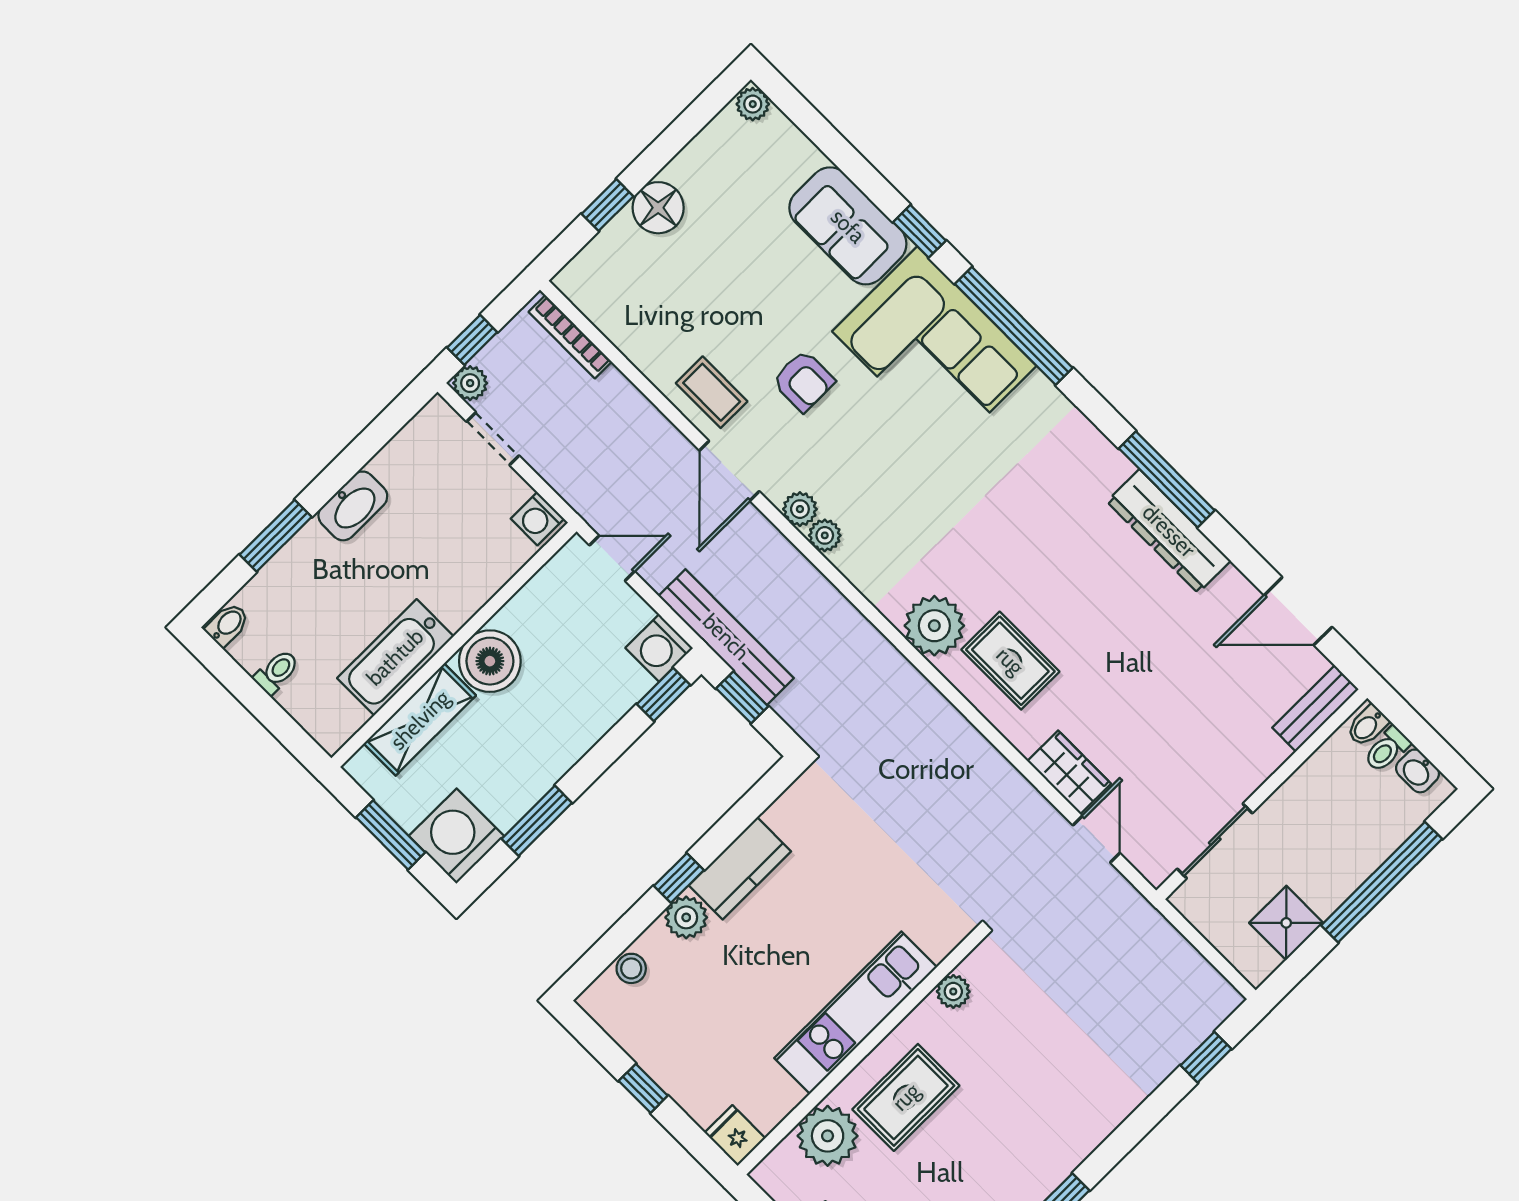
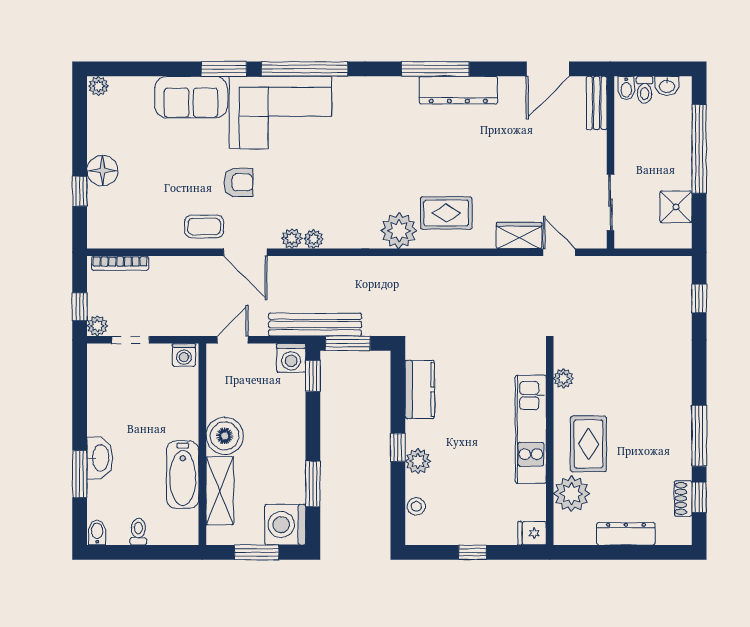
window: (920, 231) -> (224, 69), width x1.50
washbasin: (353, 506) -> (100, 458), moved
window: (742, 697) -> (348, 343), width x1.50
kitchen counter: (740, 868) -> (420, 389), moved

